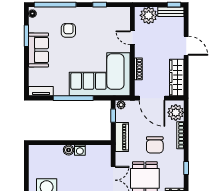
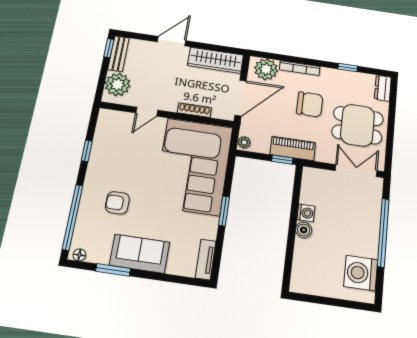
window: (73, 98) -> (224, 211), width x0.47
window: (113, 116) -> (282, 160), moved

